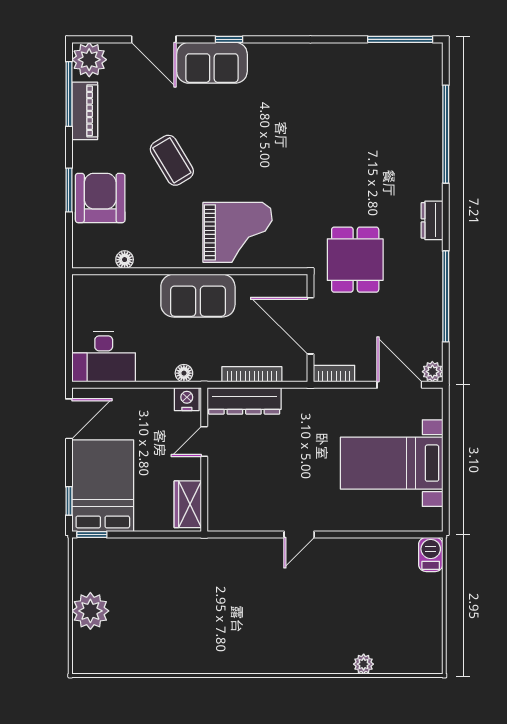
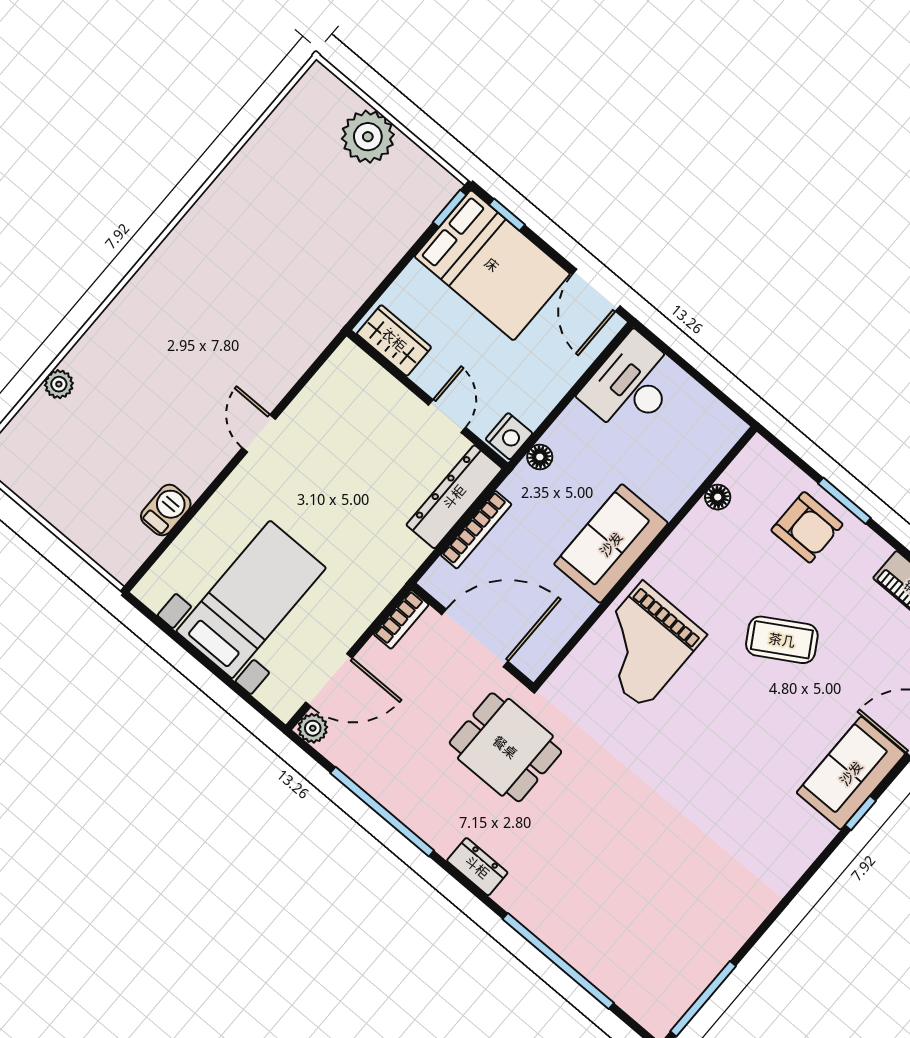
armchair: (100, 198) -> (807, 527), width x0.73, depth x0.73
barbecue: (431, 554) -> (166, 510), moved, turned -90

